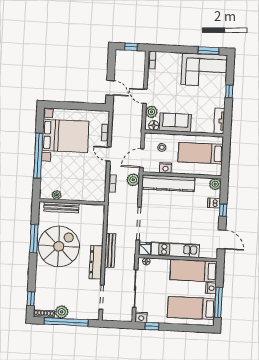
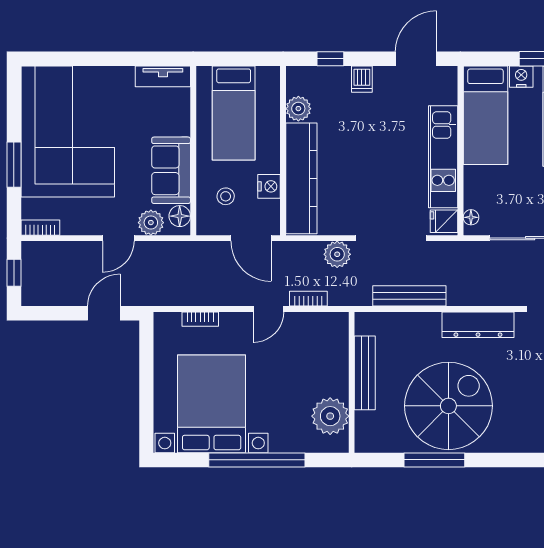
window: (209, 51) -> (14, 165), moved
corner sofa: (204, 70) -> (68, 132), width x1.36, depth x1.36
window: (229, 91) -> (99, 59), removed
door: (109, 154) -> (268, 309), moved
plant: (133, 180) -> (337, 254), moved
plant: (215, 184) -> (298, 109), moved
plant: (57, 195) -> (330, 416), width x1.88, depth x1.88
dishwasher: (214, 203) -> (362, 79), moved
bench: (61, 207) -> (365, 373), moved
window: (223, 210) -> (330, 59), moved
spiral stairs: (59, 246) -> (448, 406), turned 90
bench: (110, 251) -> (409, 296), moved

